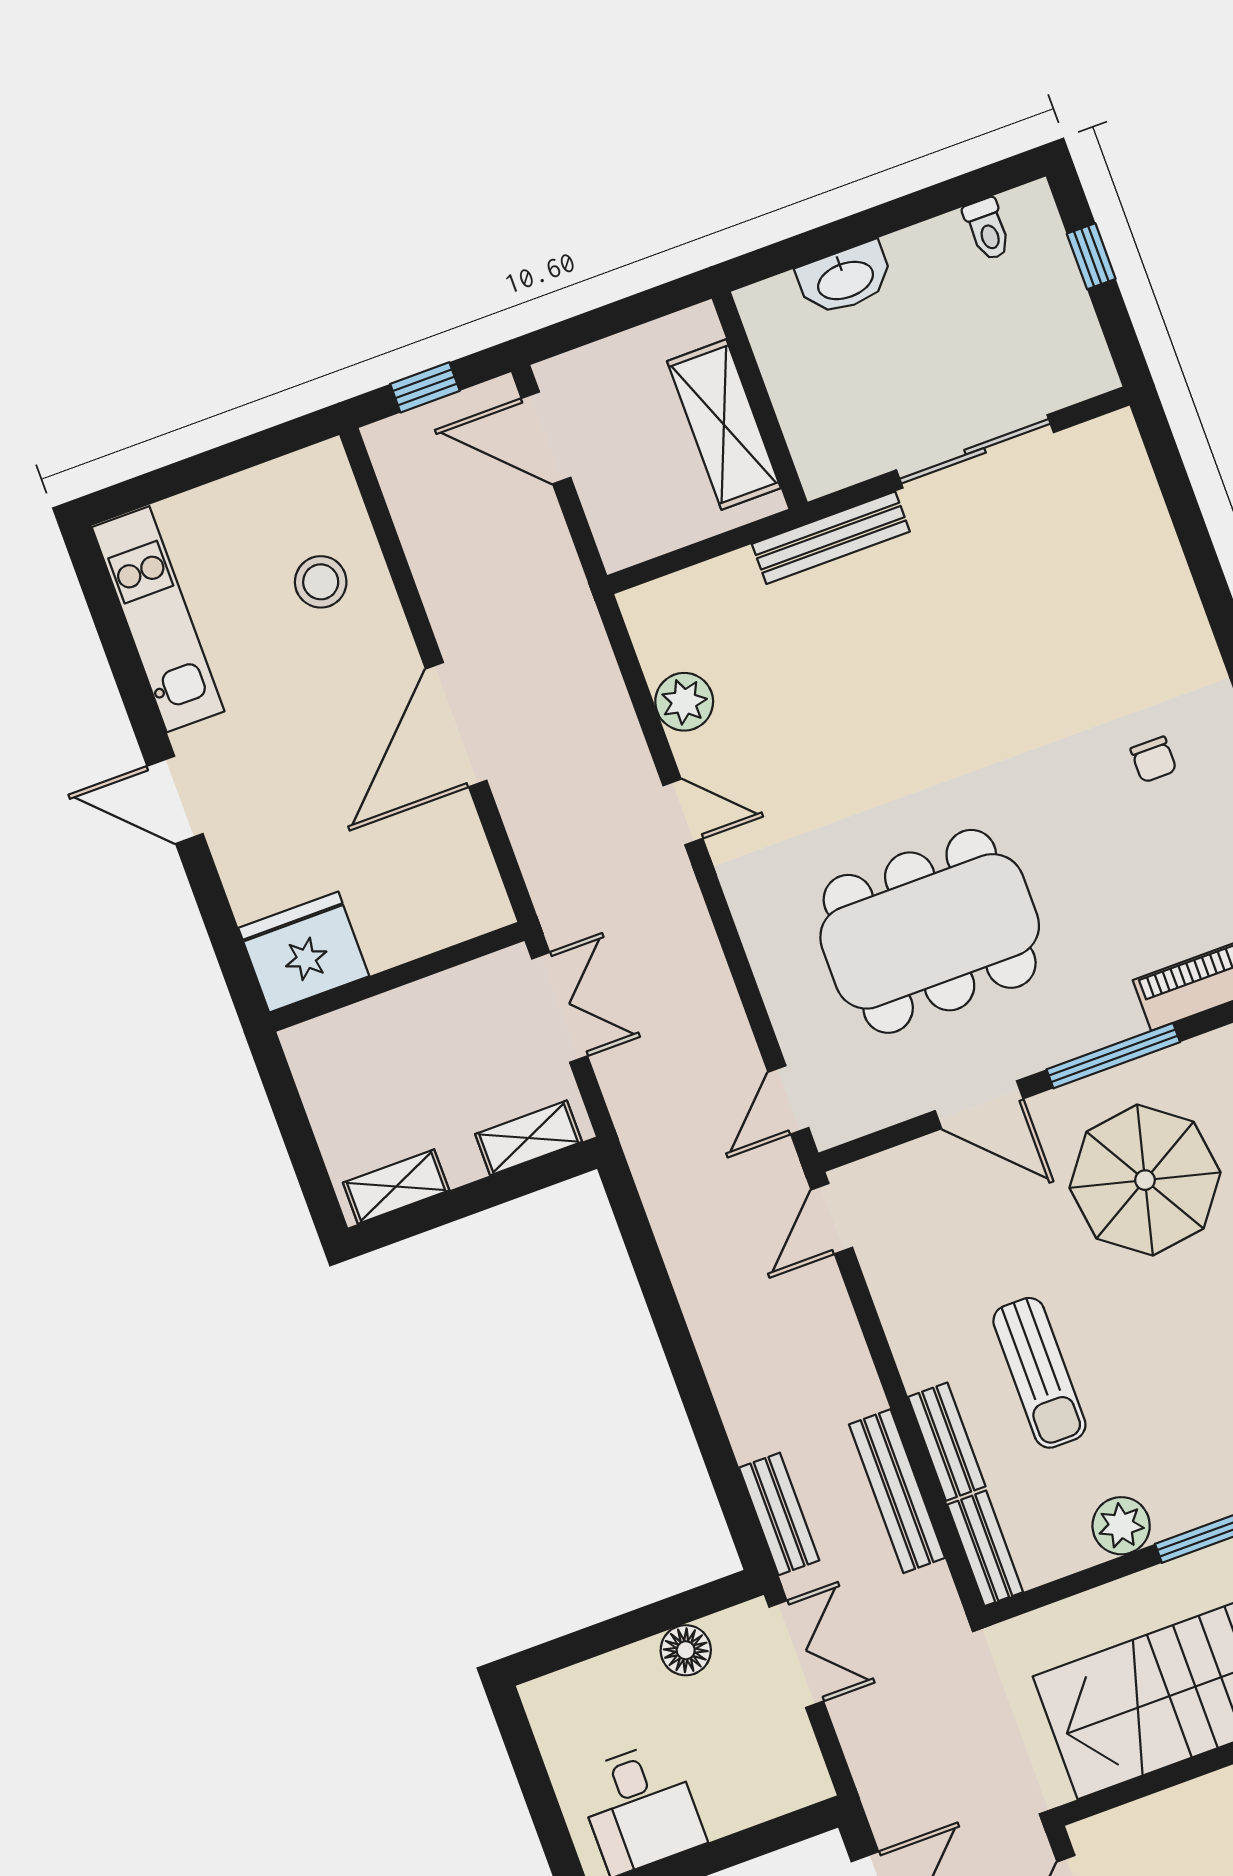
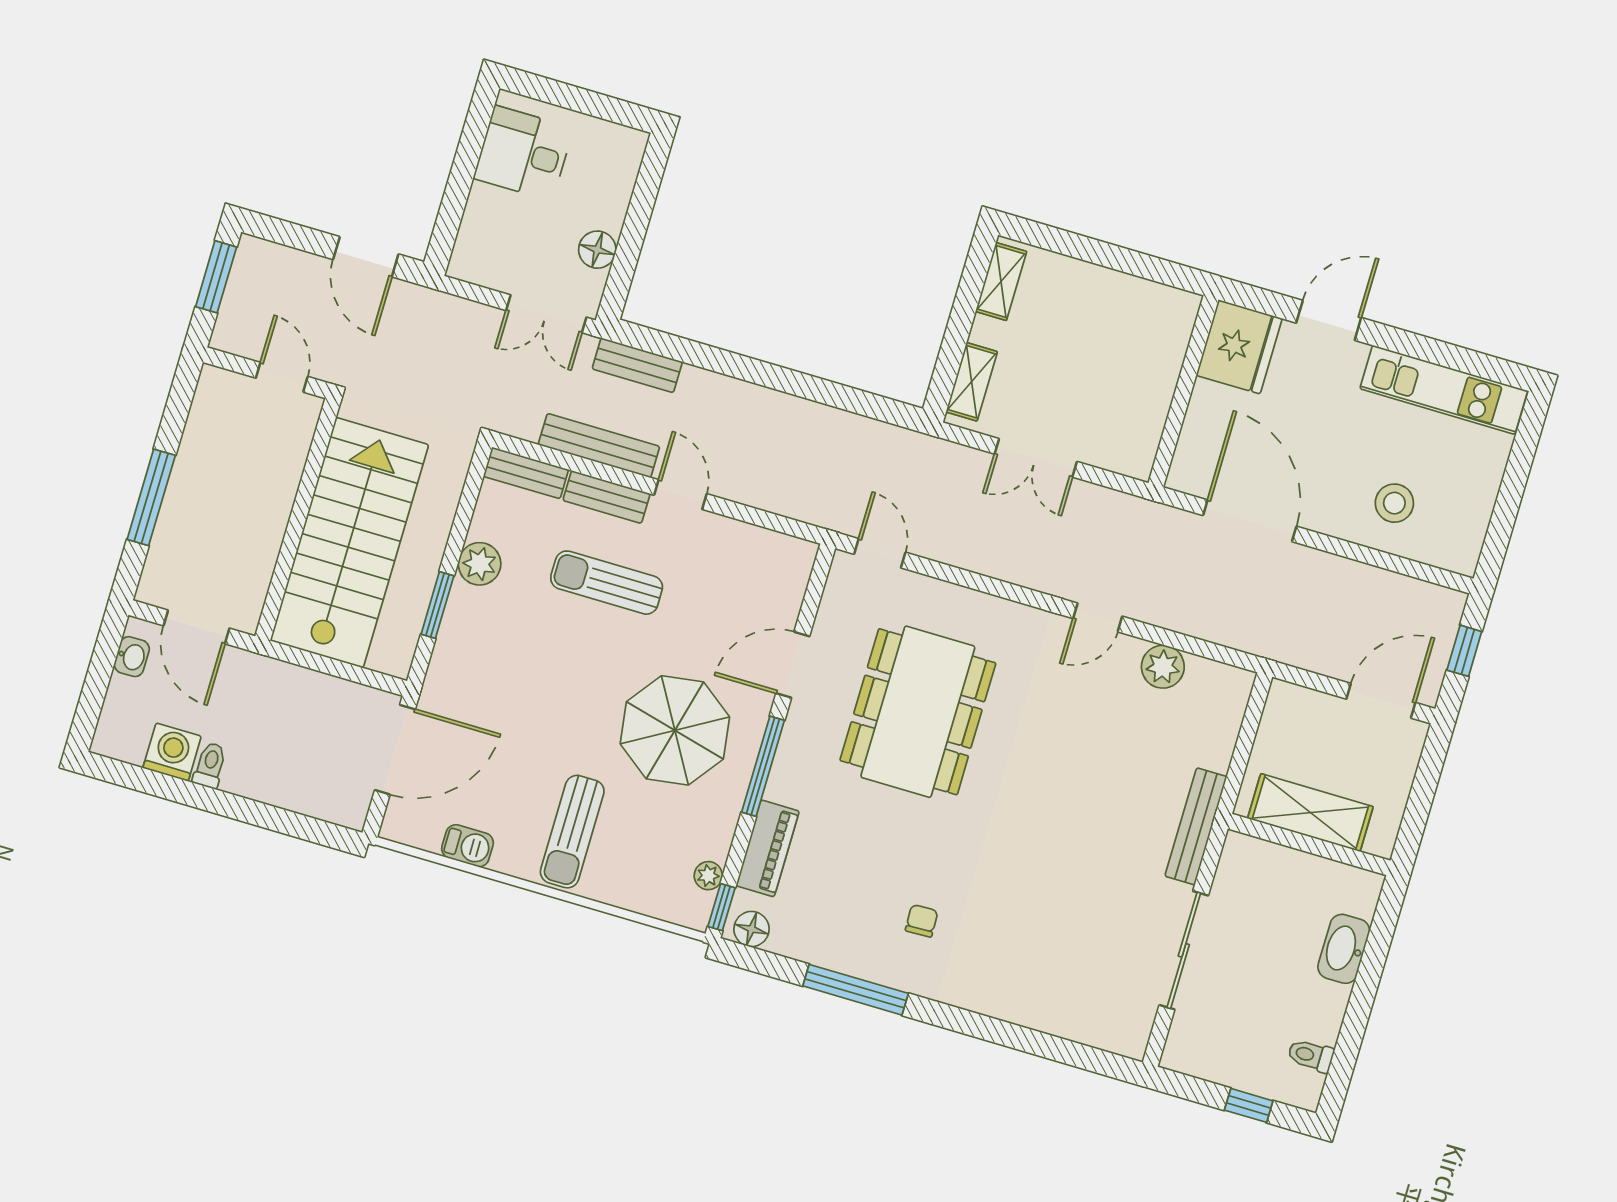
chair: (1153, 760) -> (922, 921), turned 88
fridge: (304, 952) -> (1239, 347), moved
wall: (397, 977) -> (1183, 391), moved
door: (832, 1219) -> (680, 495), moved

